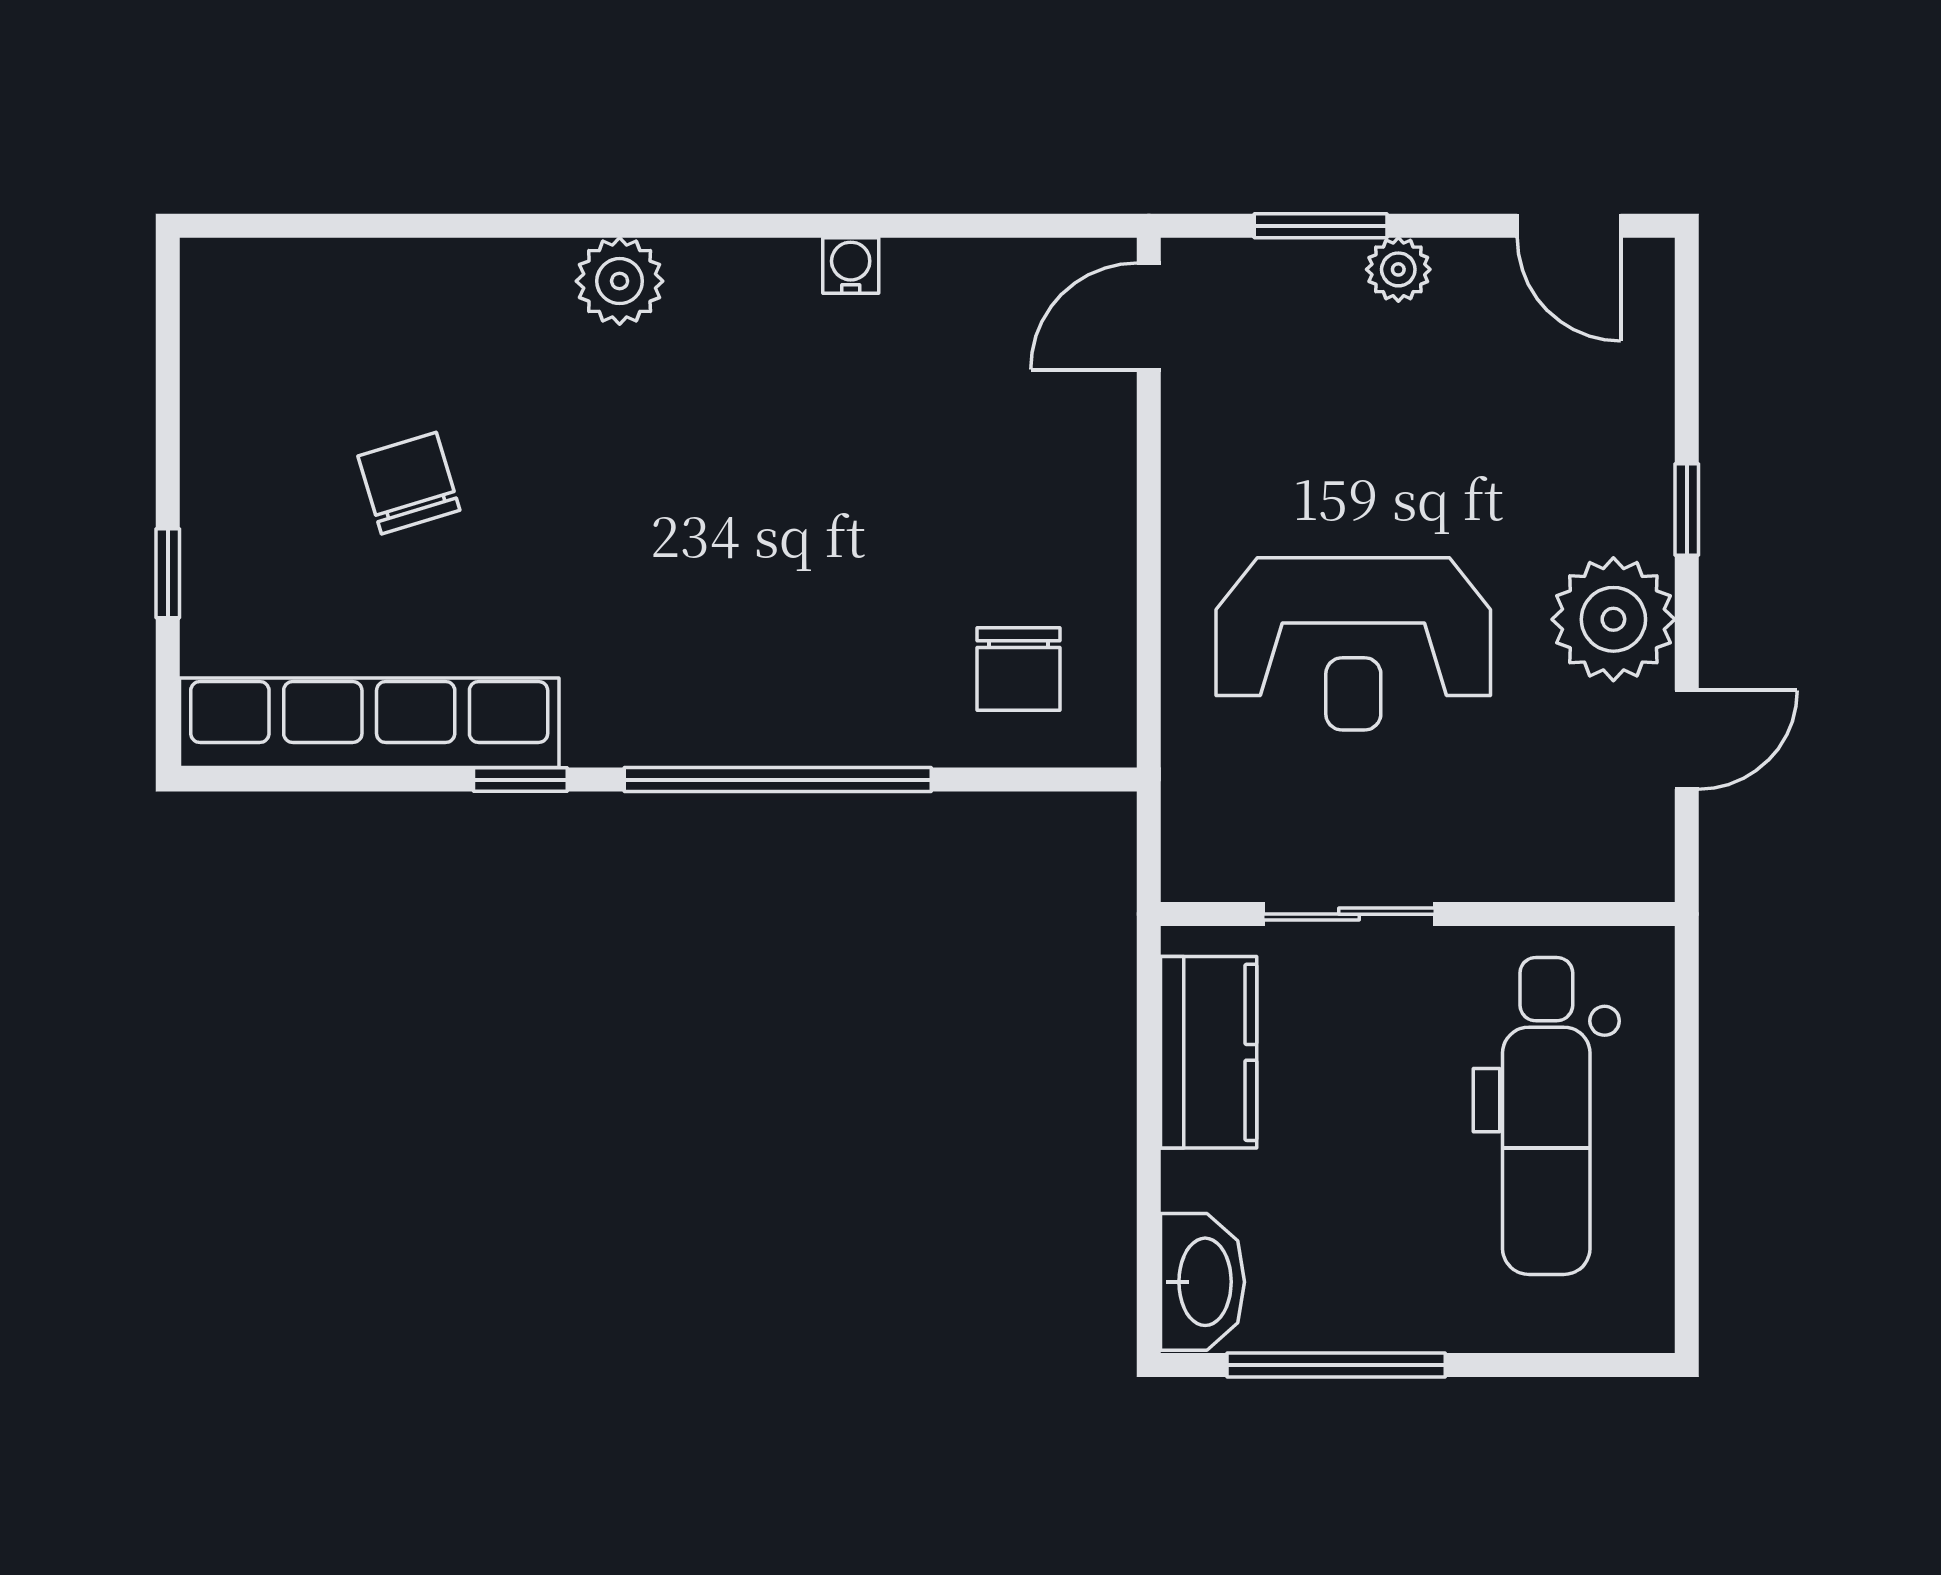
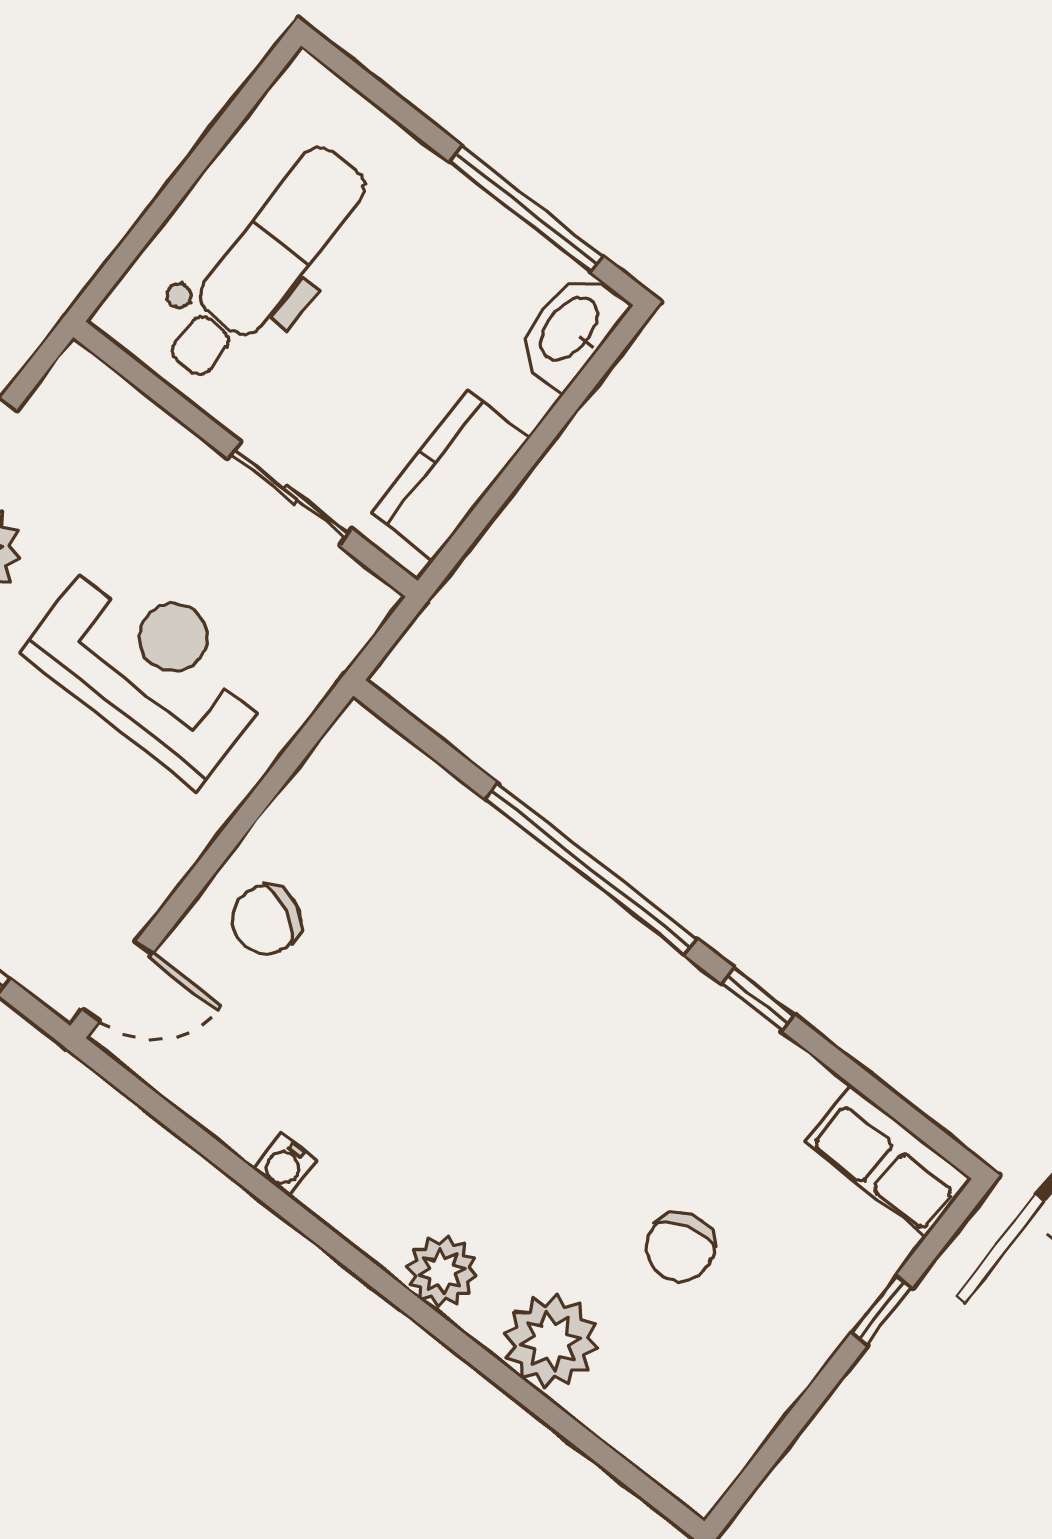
plant: (462, 295) -> (551, 1341), added
chair: (1018, 669) -> (266, 920), moved, turned -153
row of seats: (369, 723) -> (889, 1160), width x0.50

